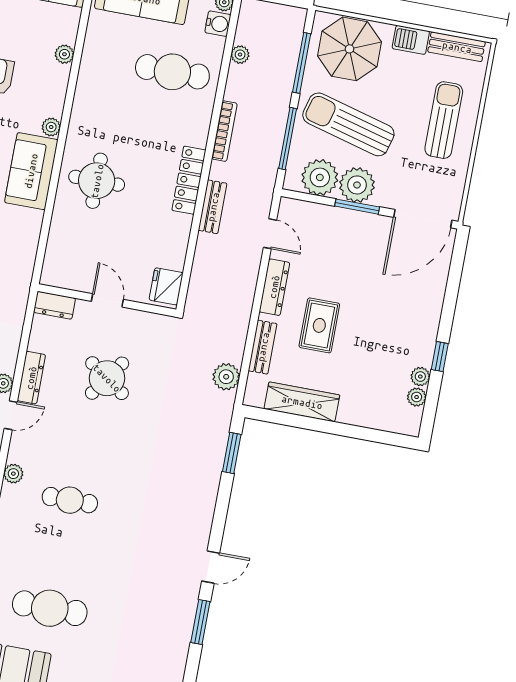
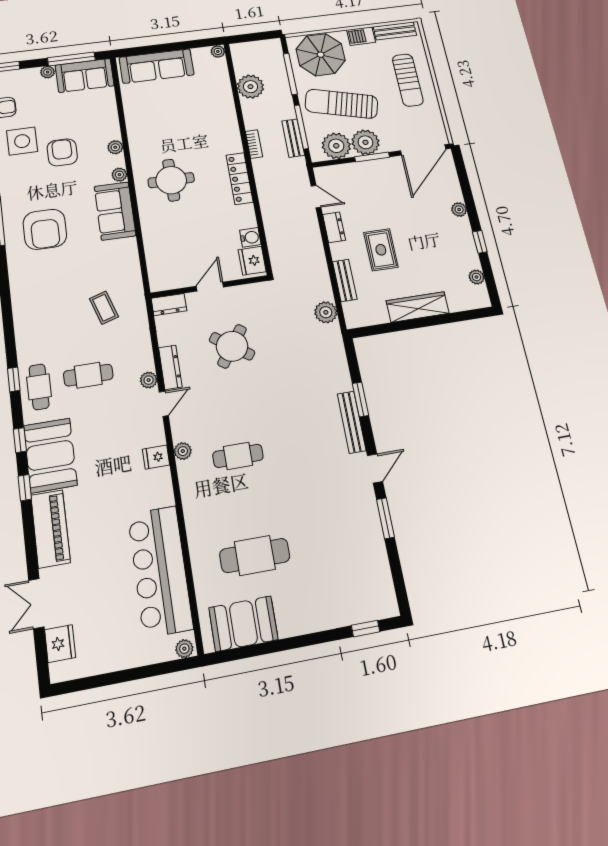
water cooler: (218, 24) -> (250, 237), moved
plant: (64, 54) -> (115, 147), moved
plant: (240, 55) -> (251, 87), width x1.88, depth x1.88
cafe table: (172, 72) -> (198, 108), removed
sun lounger: (444, 120) -> (408, 80), turned 180
bookcase: (224, 131) -> (254, 144), width x0.64
round table: (97, 181) -> (171, 180), moved
bench: (213, 207) -> (293, 138), moved
dresser: (274, 287) -> (334, 227), width x0.70
door: (107, 300) -> (210, 287), hinge flipped
plant: (420, 377) -> (459, 209), moved
wardrobe: (302, 402) -> (418, 307), moved
window: (232, 453) -> (360, 399), moved
bench: (205, 509) -> (352, 422), added

